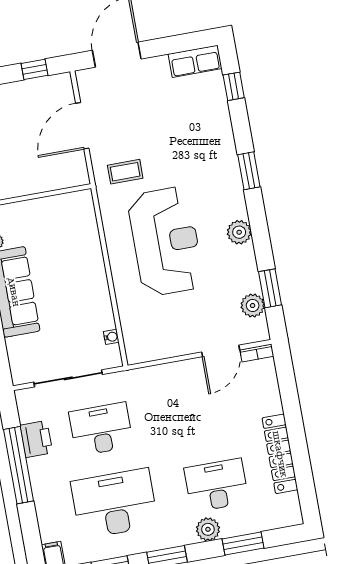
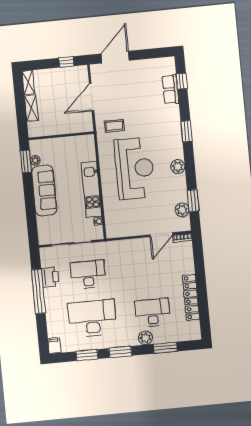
row of seats: (195, 61) -> (170, 89), moved, turned 90
kitchen unit: (95, 283) -> (91, 189), added

